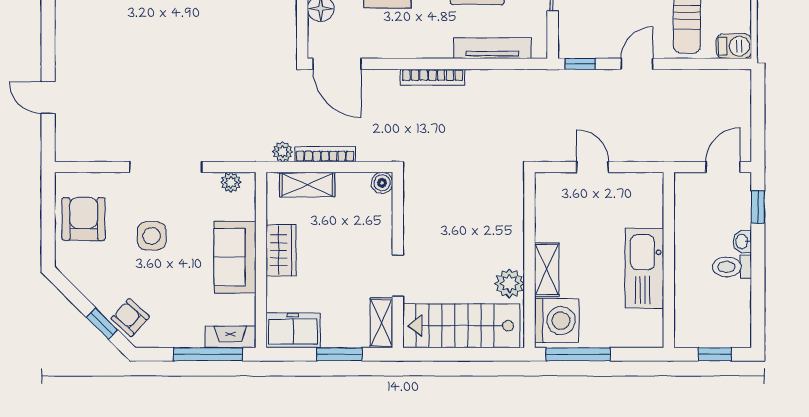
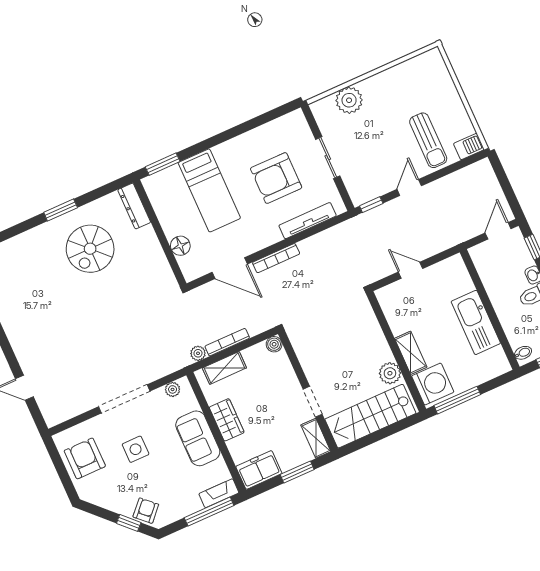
door: (337, 64) -> (230, 268), moved
armchair: (130, 318) -> (146, 511), turned 91
bidet: (686, 332) -> (523, 353), added

